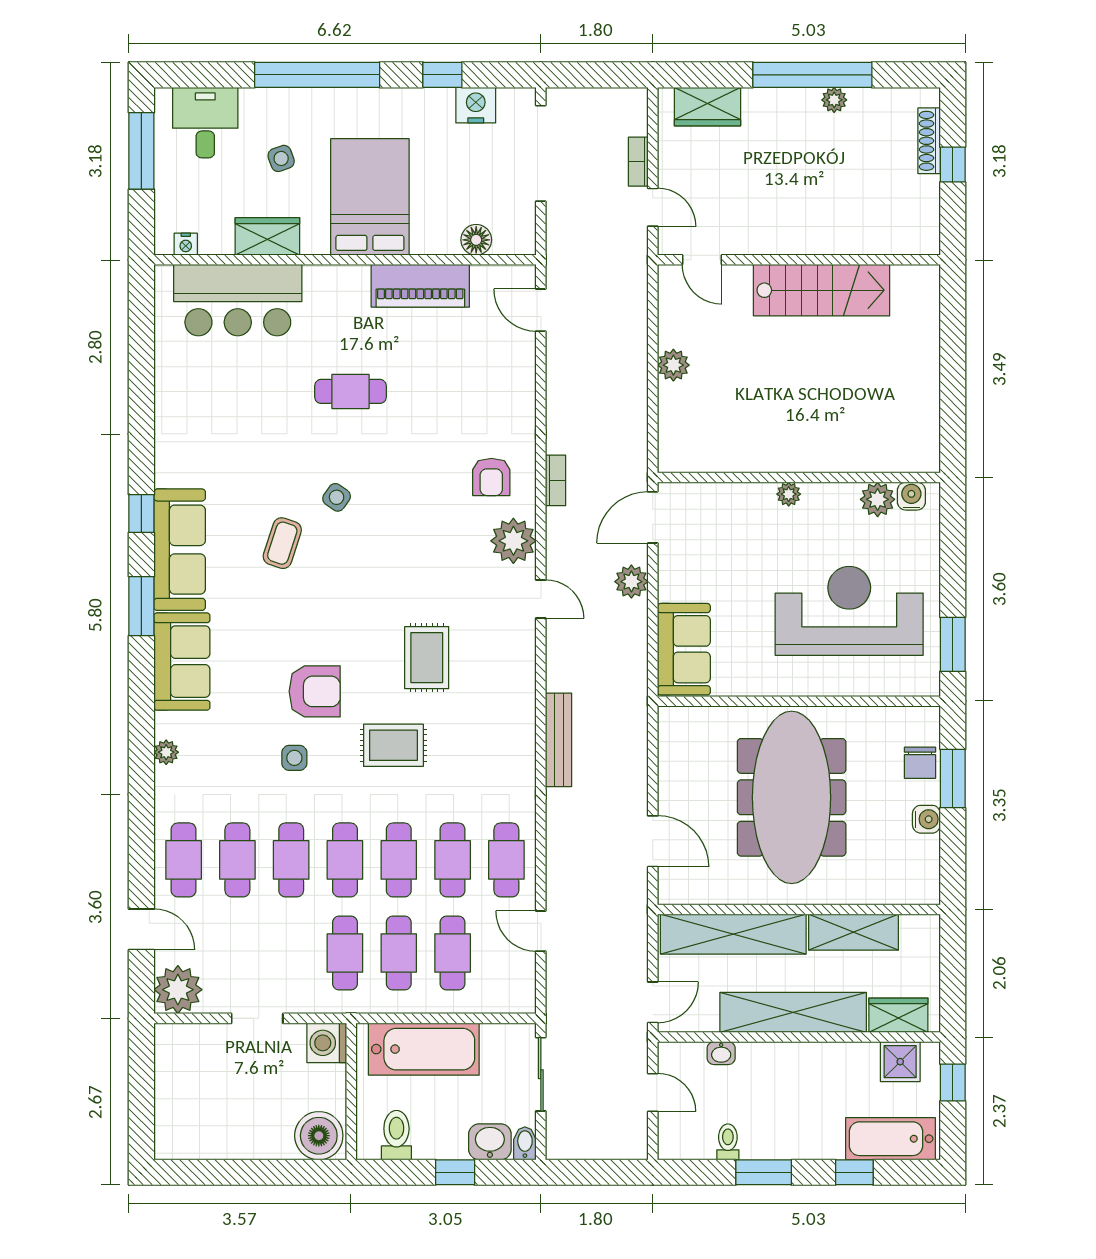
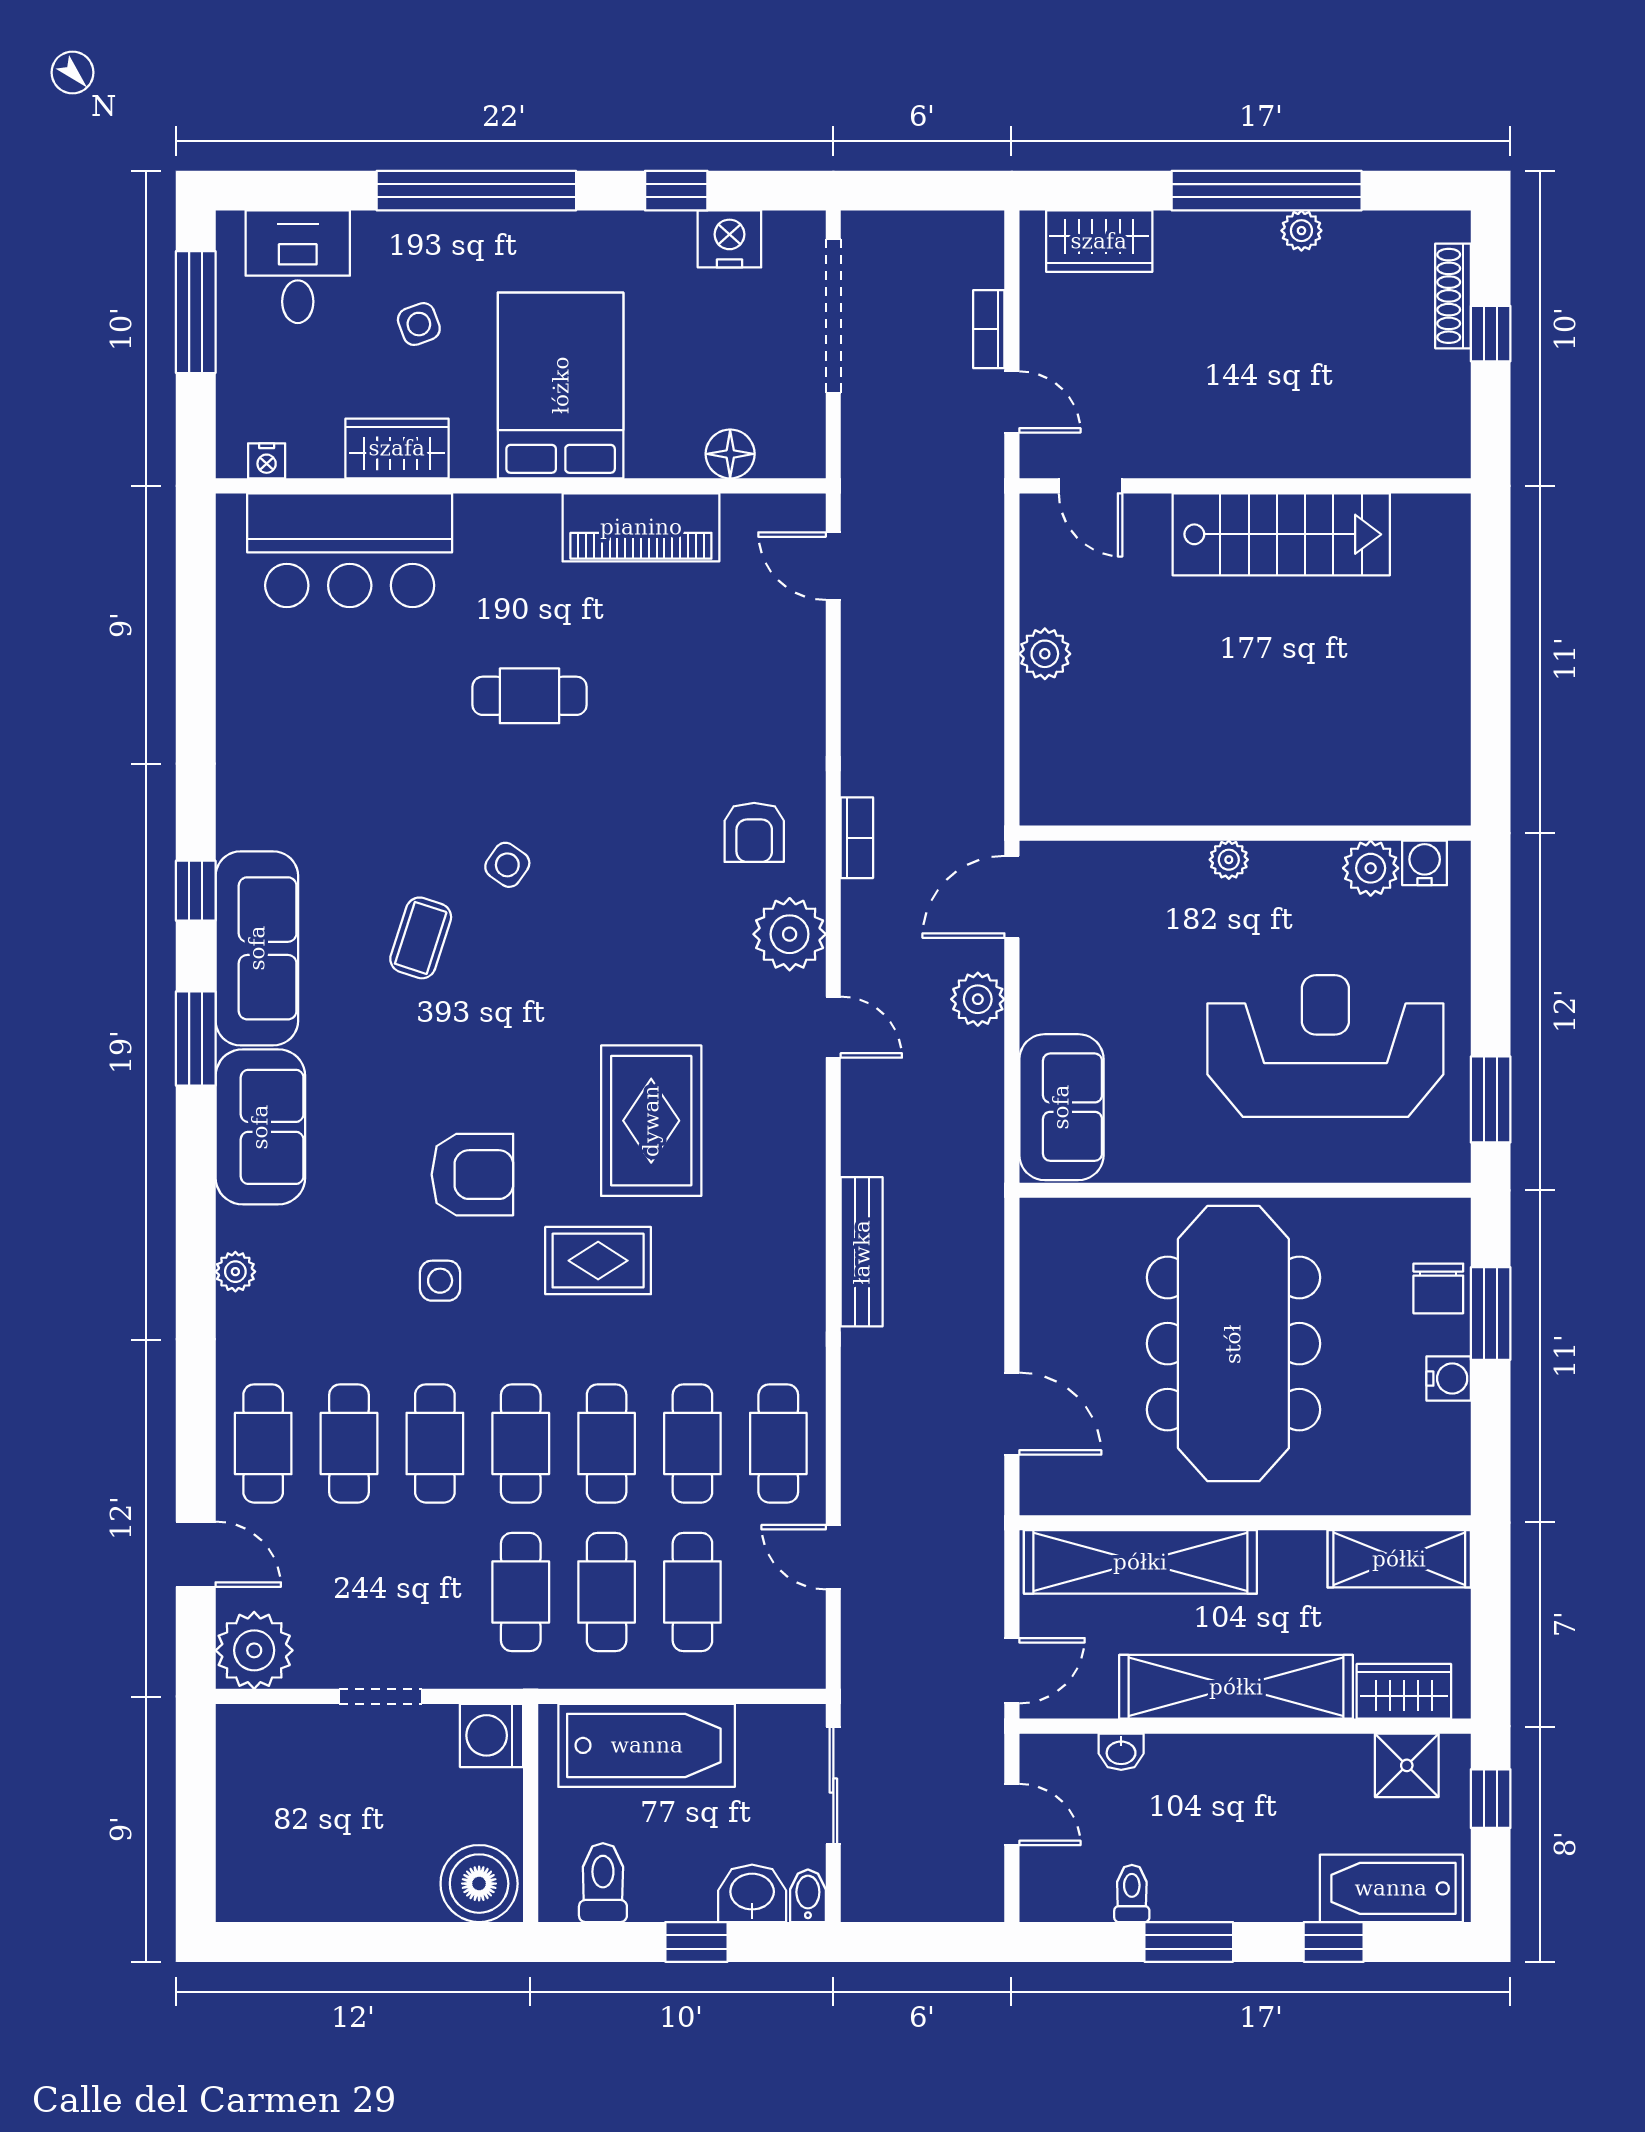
rug: (427, 658) -> (651, 1121), width x1.36, depth x1.43
shelving: (854, 932) -> (1399, 1559), moved

